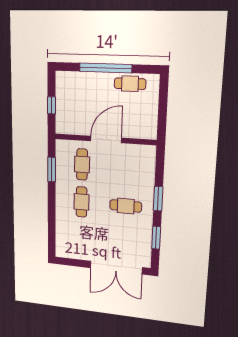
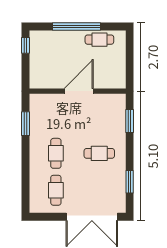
window: (52, 105) -> (26, 45), moved
cafe table: (82, 164) -> (56, 190), moved
window: (158, 199) -> (130, 121), moved

